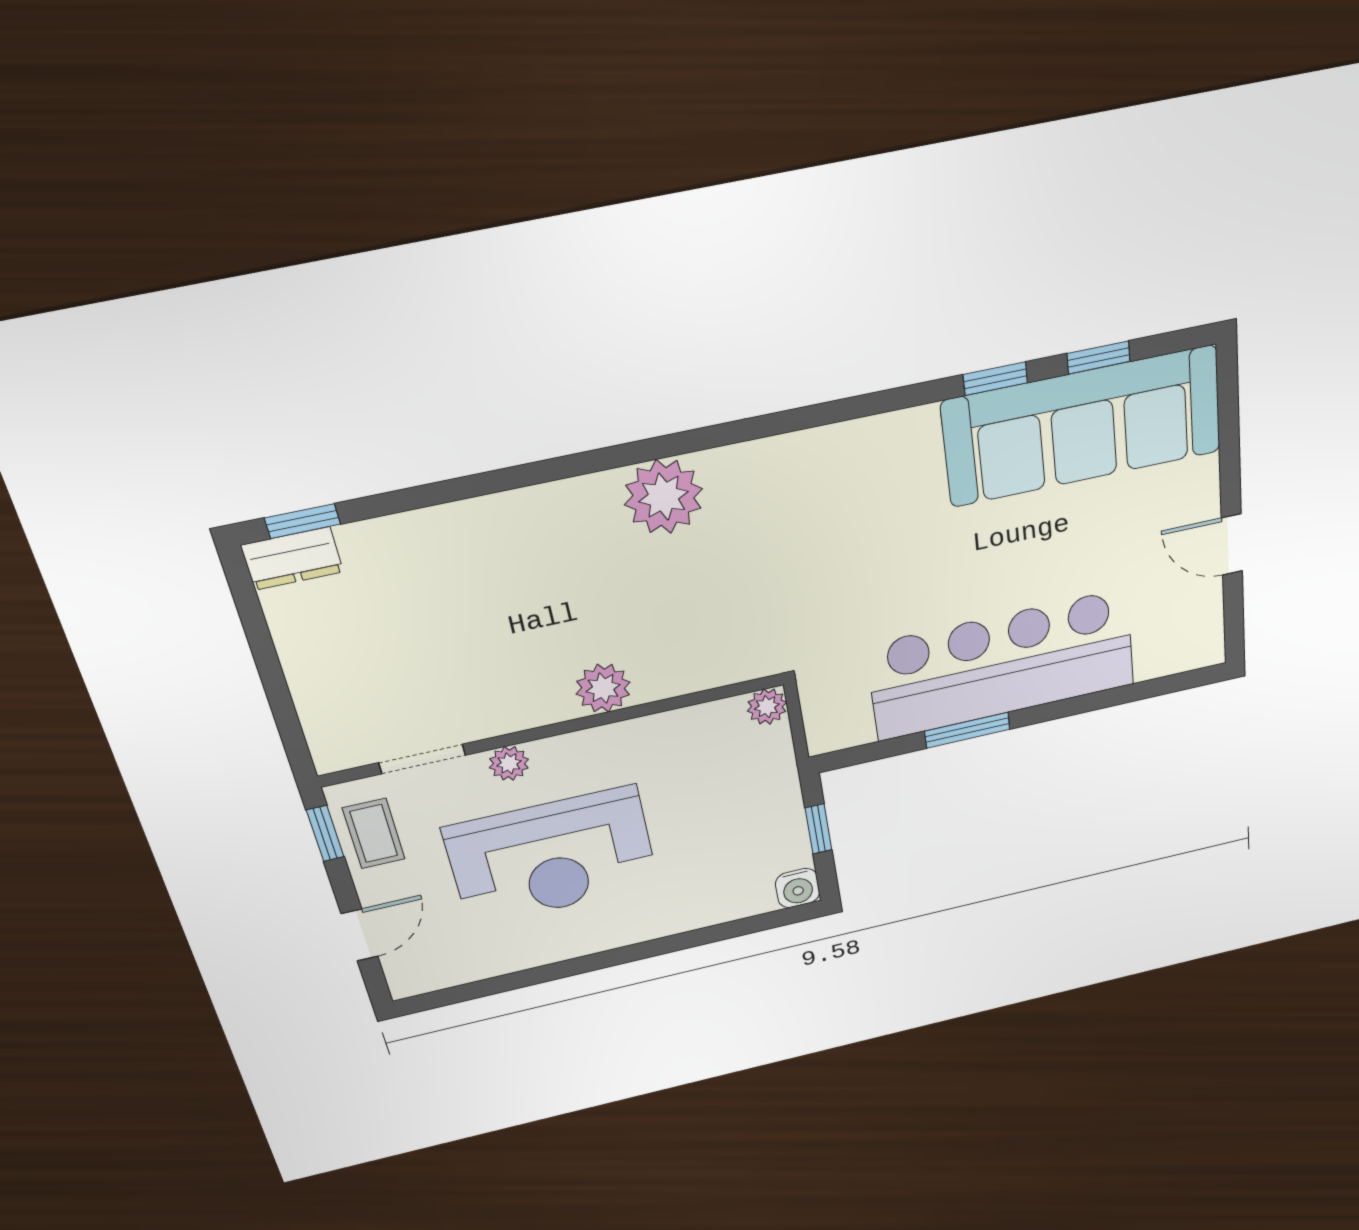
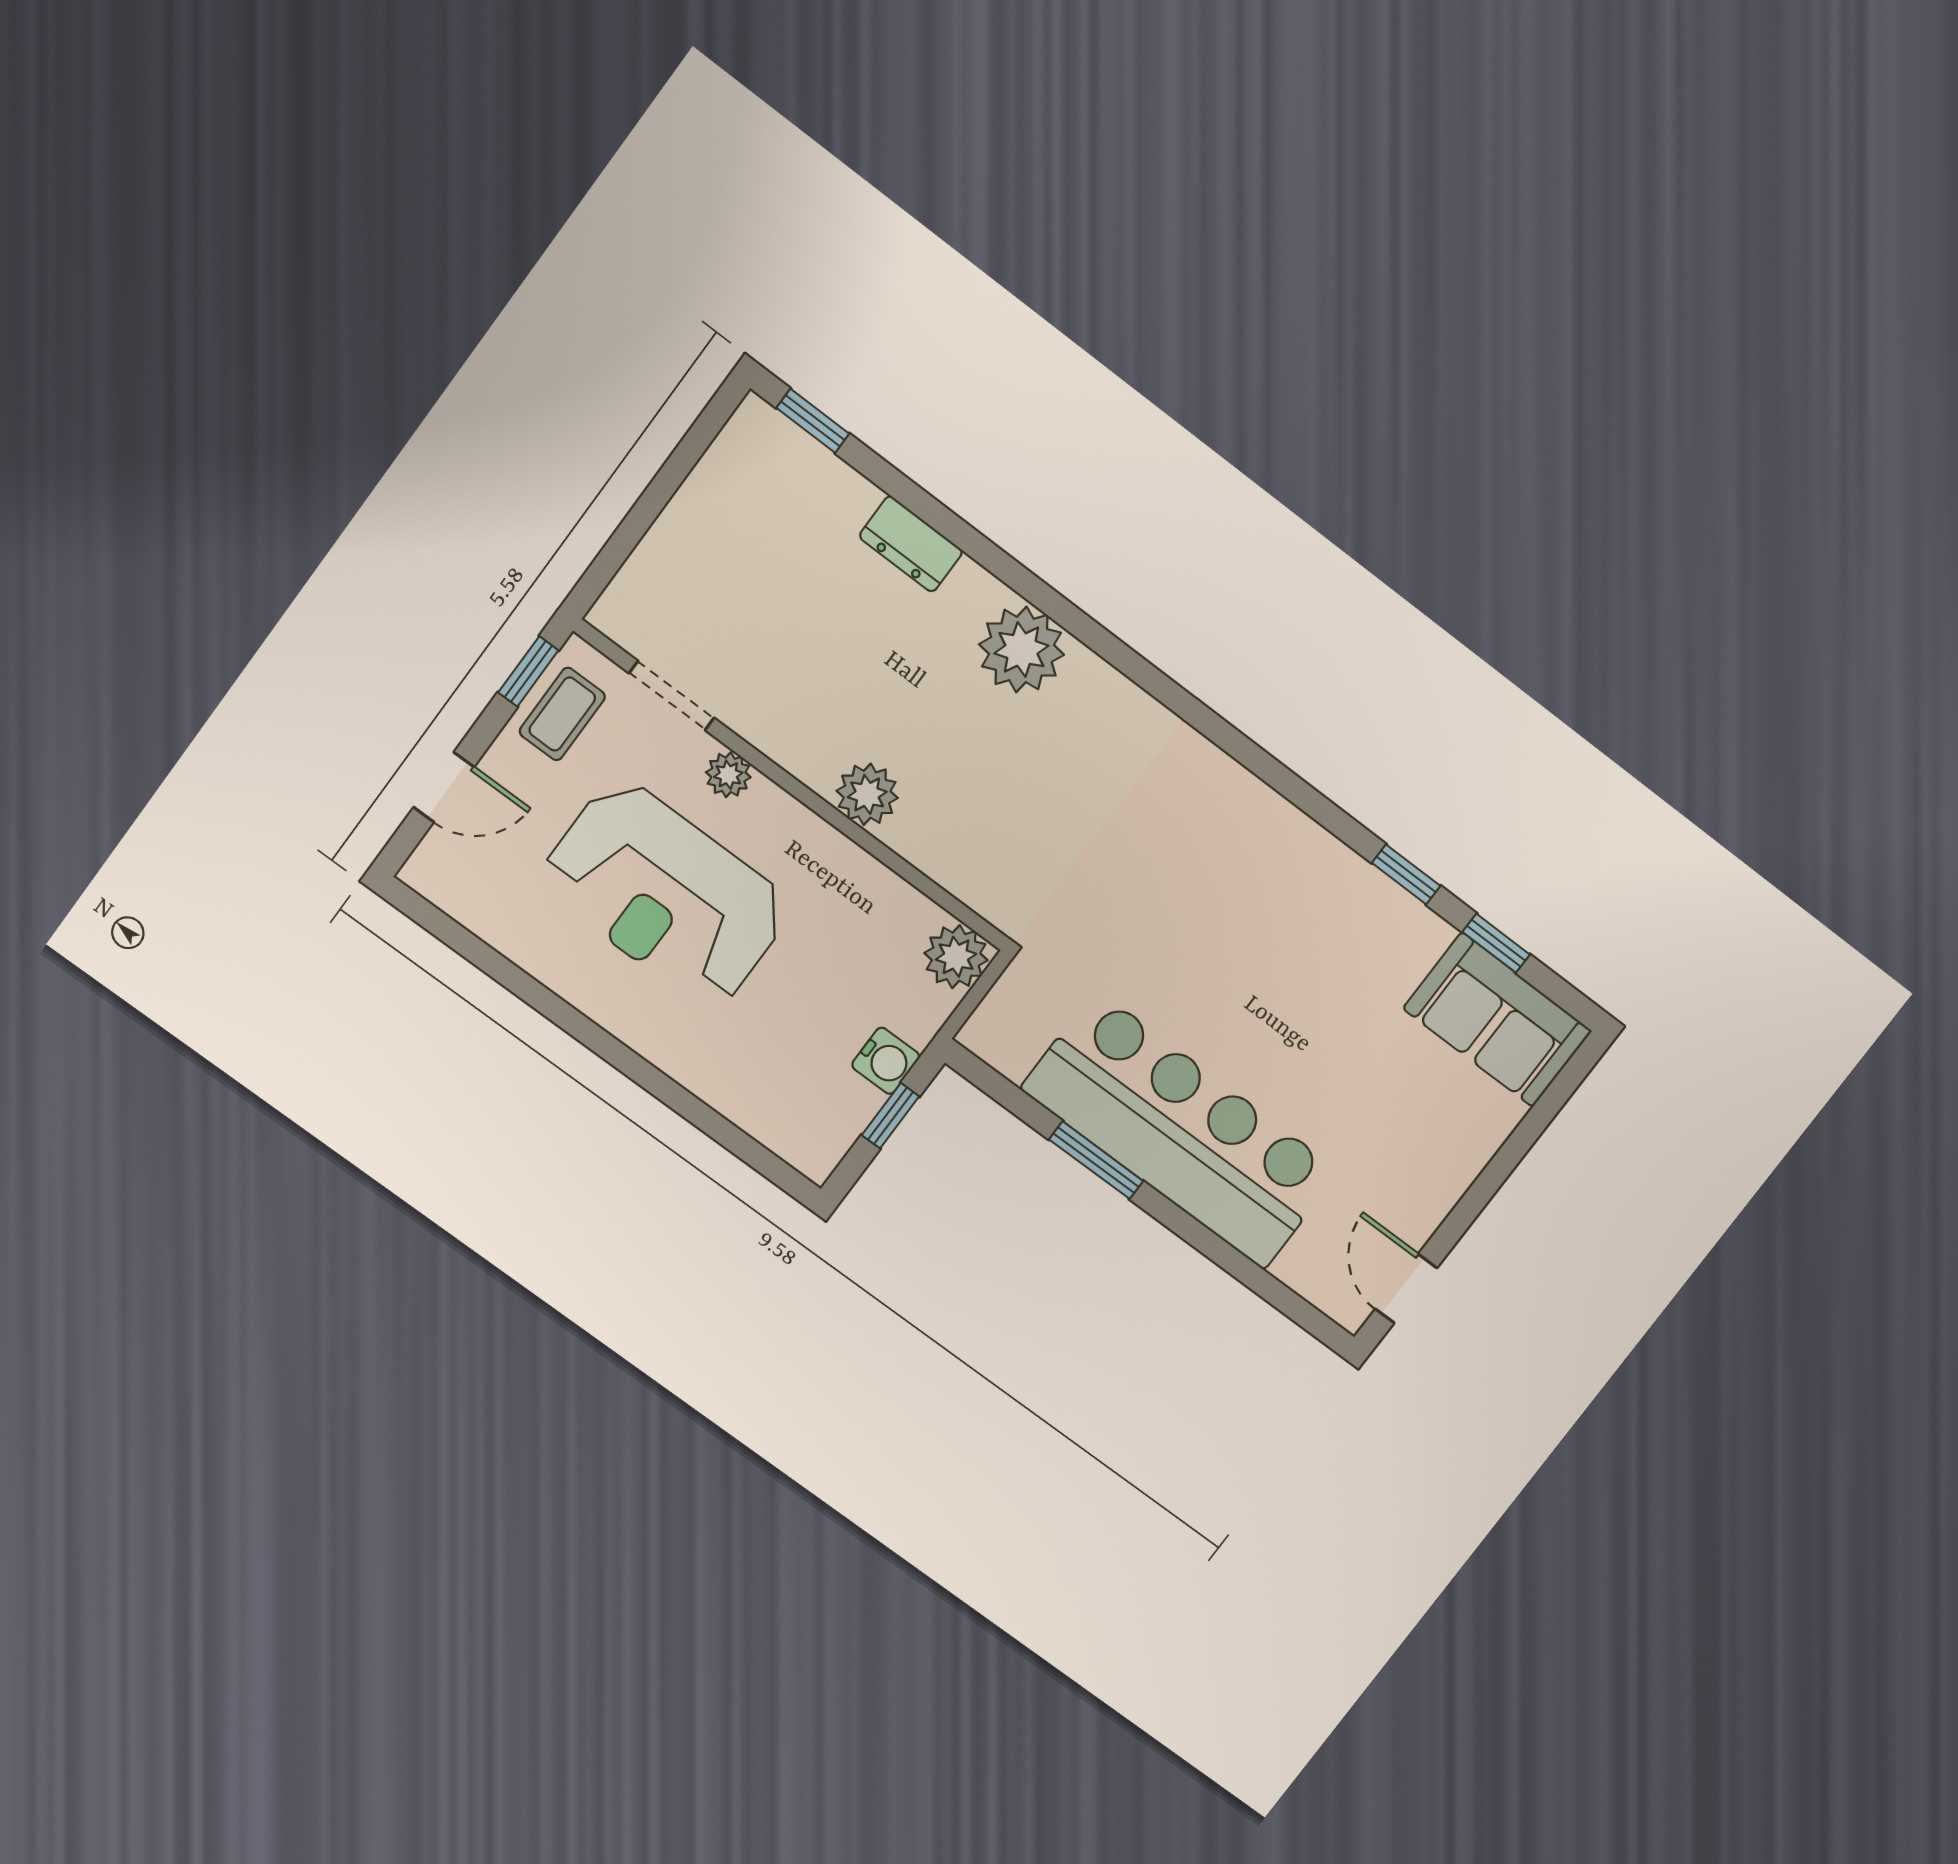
sofa: (1083, 426) -> (1497, 1020), width x0.54, depth x0.79
plant: (664, 497) -> (1021, 650), moved
door: (1232, 545) -> (1406, 1288), moved
dresser: (292, 559) -> (911, 544), moved
plant: (767, 707) -> (956, 957), width x1.38, depth x1.38
water cooler: (798, 888) -> (886, 1061), moved, turned -90

